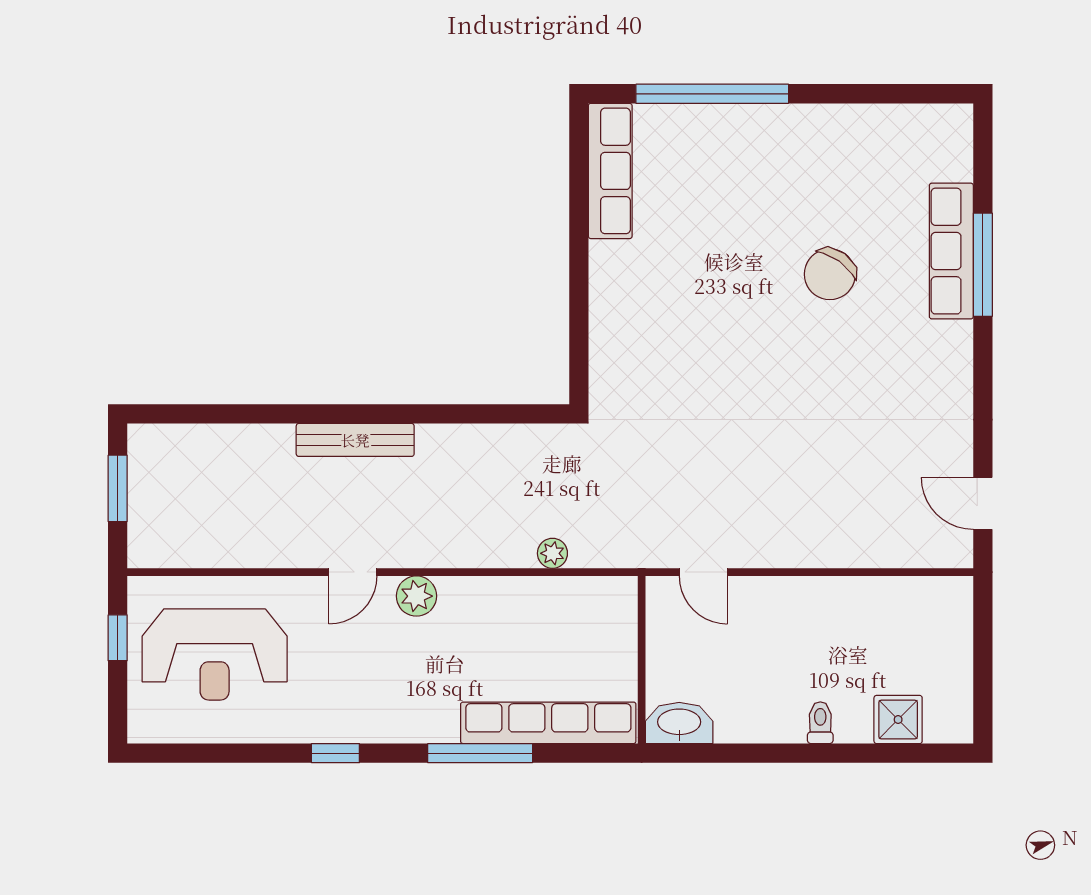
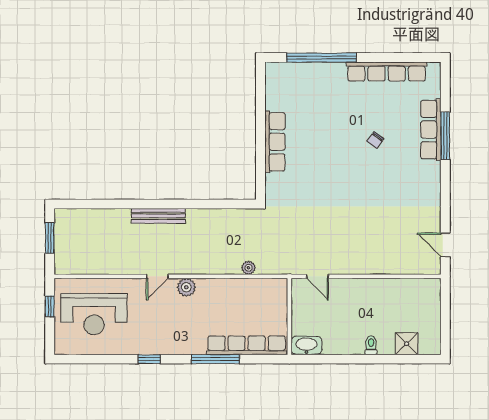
row of seats: (854, 124) -> (387, 71), added
row of seats: (610, 171) -> (275, 142), moved
chair: (830, 274) -> (375, 140), width x0.54, depth x0.54

